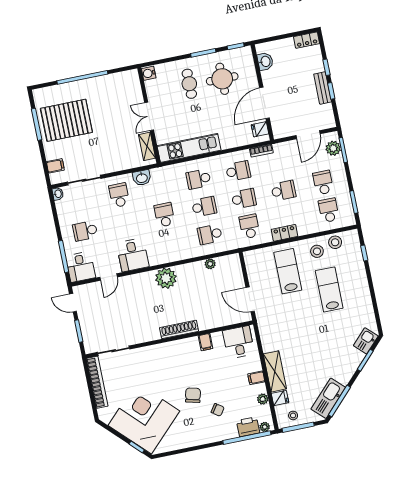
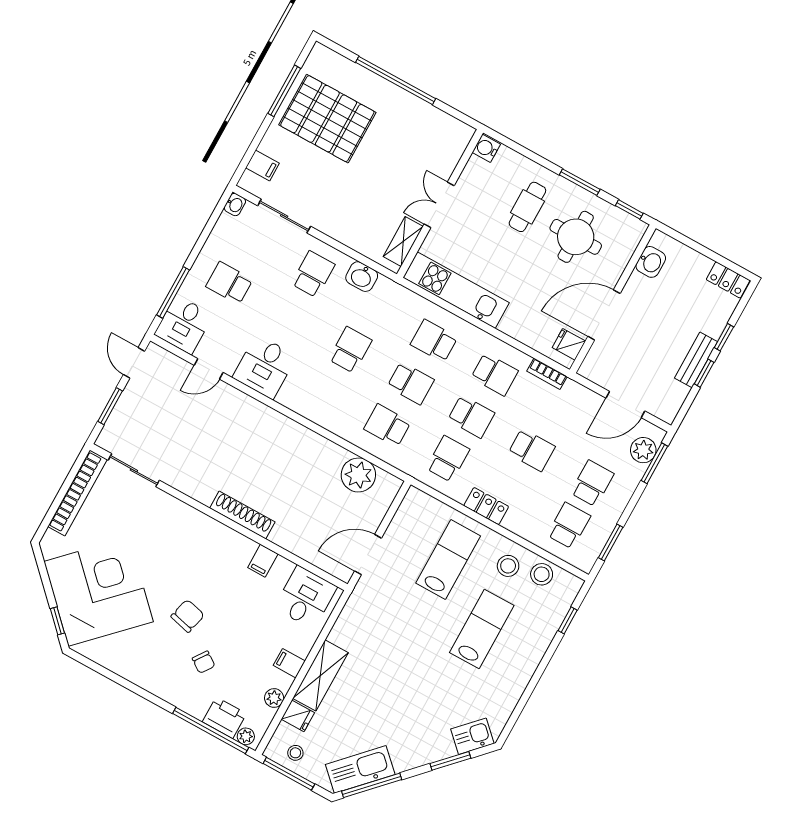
plant: (210, 264) -> (358, 475), width x1.87, depth x1.87
plant: (166, 278) -> (282, 434), removed
door: (250, 299) -> (368, 555), hinge flipped

